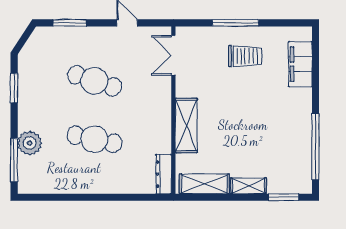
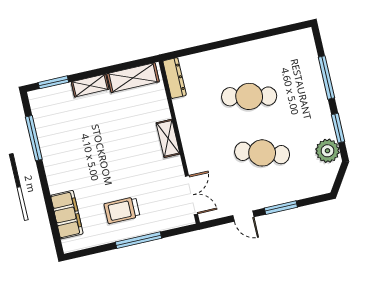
window: (70, 23) -> (281, 208), moved
shelving: (186, 125) -> (168, 138), width x0.67, depth x0.75
plant: (30, 143) -> (327, 151), moved
window: (315, 147) -> (34, 138), width x0.68
window: (14, 160) -> (326, 78), moved

